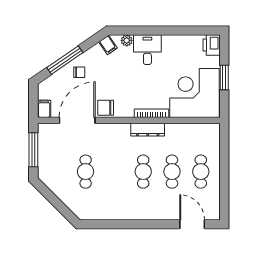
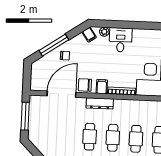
filing cabinet: (44, 109) -> (102, 87), moved
dresser: (148, 130) -> (100, 103), moved
cafe table: (86, 172) -> (90, 137), moved

